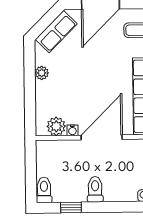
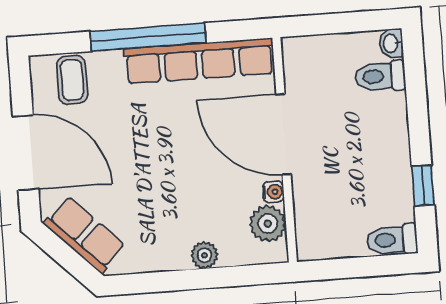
plant: (42, 73) -> (204, 255), moved
toilet: (95, 189) -> (380, 76), moved

